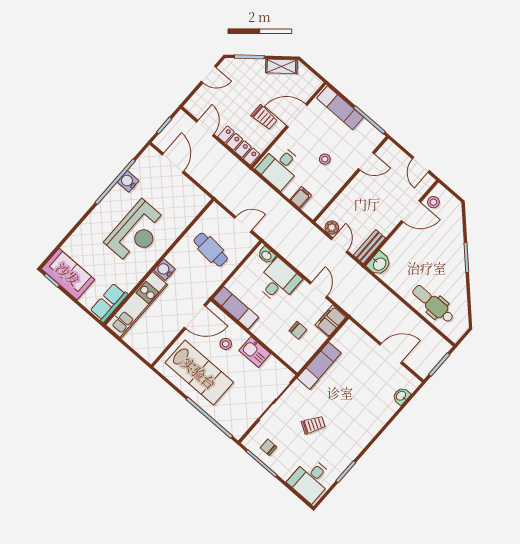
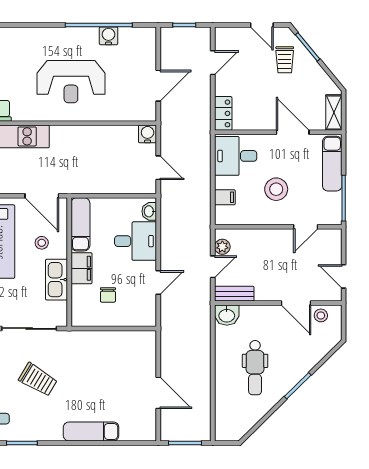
shelving: (281, 66) -> (334, 113), moved, turned 40
trolley: (264, 117) -> (285, 60), moved
locker: (239, 145) -> (223, 113), width x0.66
stool: (325, 159) -> (276, 189), width x1.89, depth x1.89
door: (366, 161) -> (306, 227), hinge flipped
door: (173, 163) -> (158, 86), moved
door: (421, 165) -> (344, 276), hinge flipped
cafe table: (211, 250) -> (112, 159), removed
water cooler: (164, 270) -> (148, 134), moved
dental chair: (433, 304) -> (255, 368), moved, turned 180
filing cabinet: (331, 321) -> (81, 268), moved, turned 90
kitchen sink: (255, 352) -> (57, 280), width x1.38
exam couch: (319, 366) -> (91, 431), moved, turned 180
washbasin: (401, 396) -> (129, 434), removed
trolley: (313, 425) -> (38, 380), width x1.36, depth x1.39

